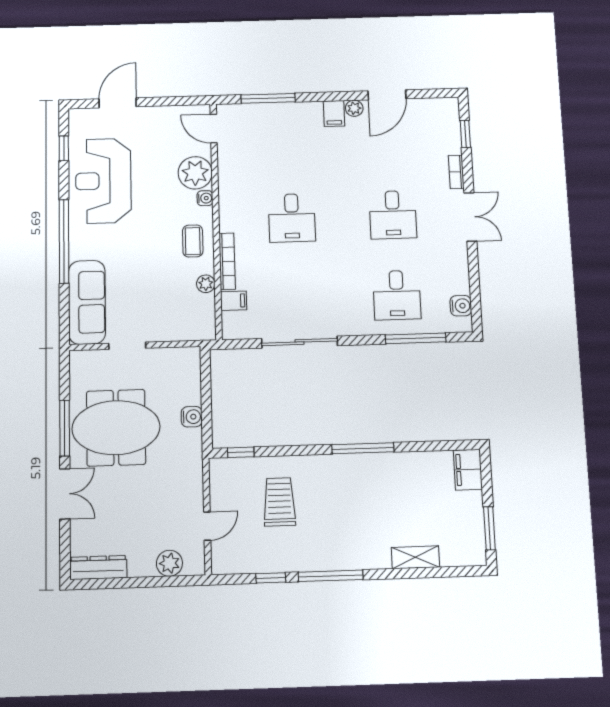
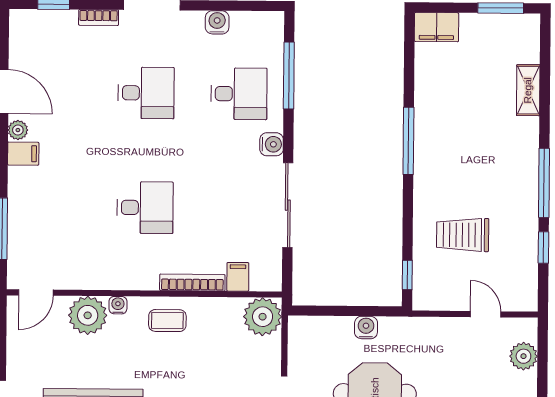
plant: (206, 284) -> (263, 317), moved, width x1.88, depth x1.88
water cooler: (461, 306) -> (217, 22), moved
water cooler: (353, 326) -> (272, 144), added

